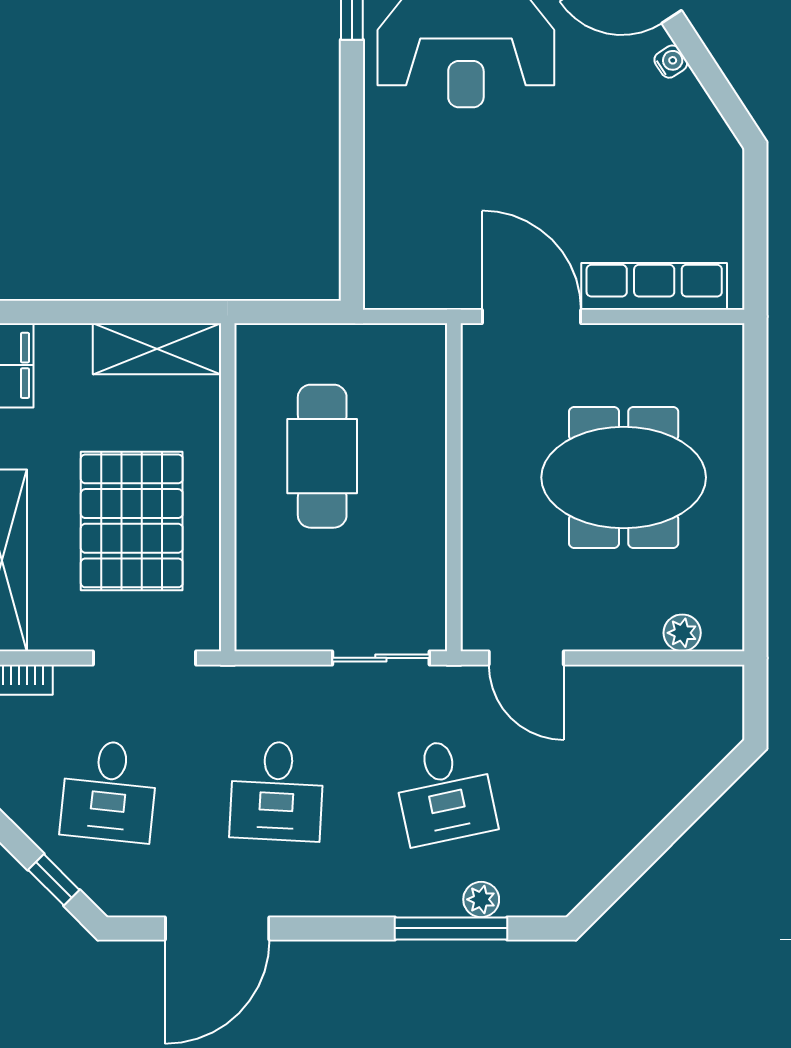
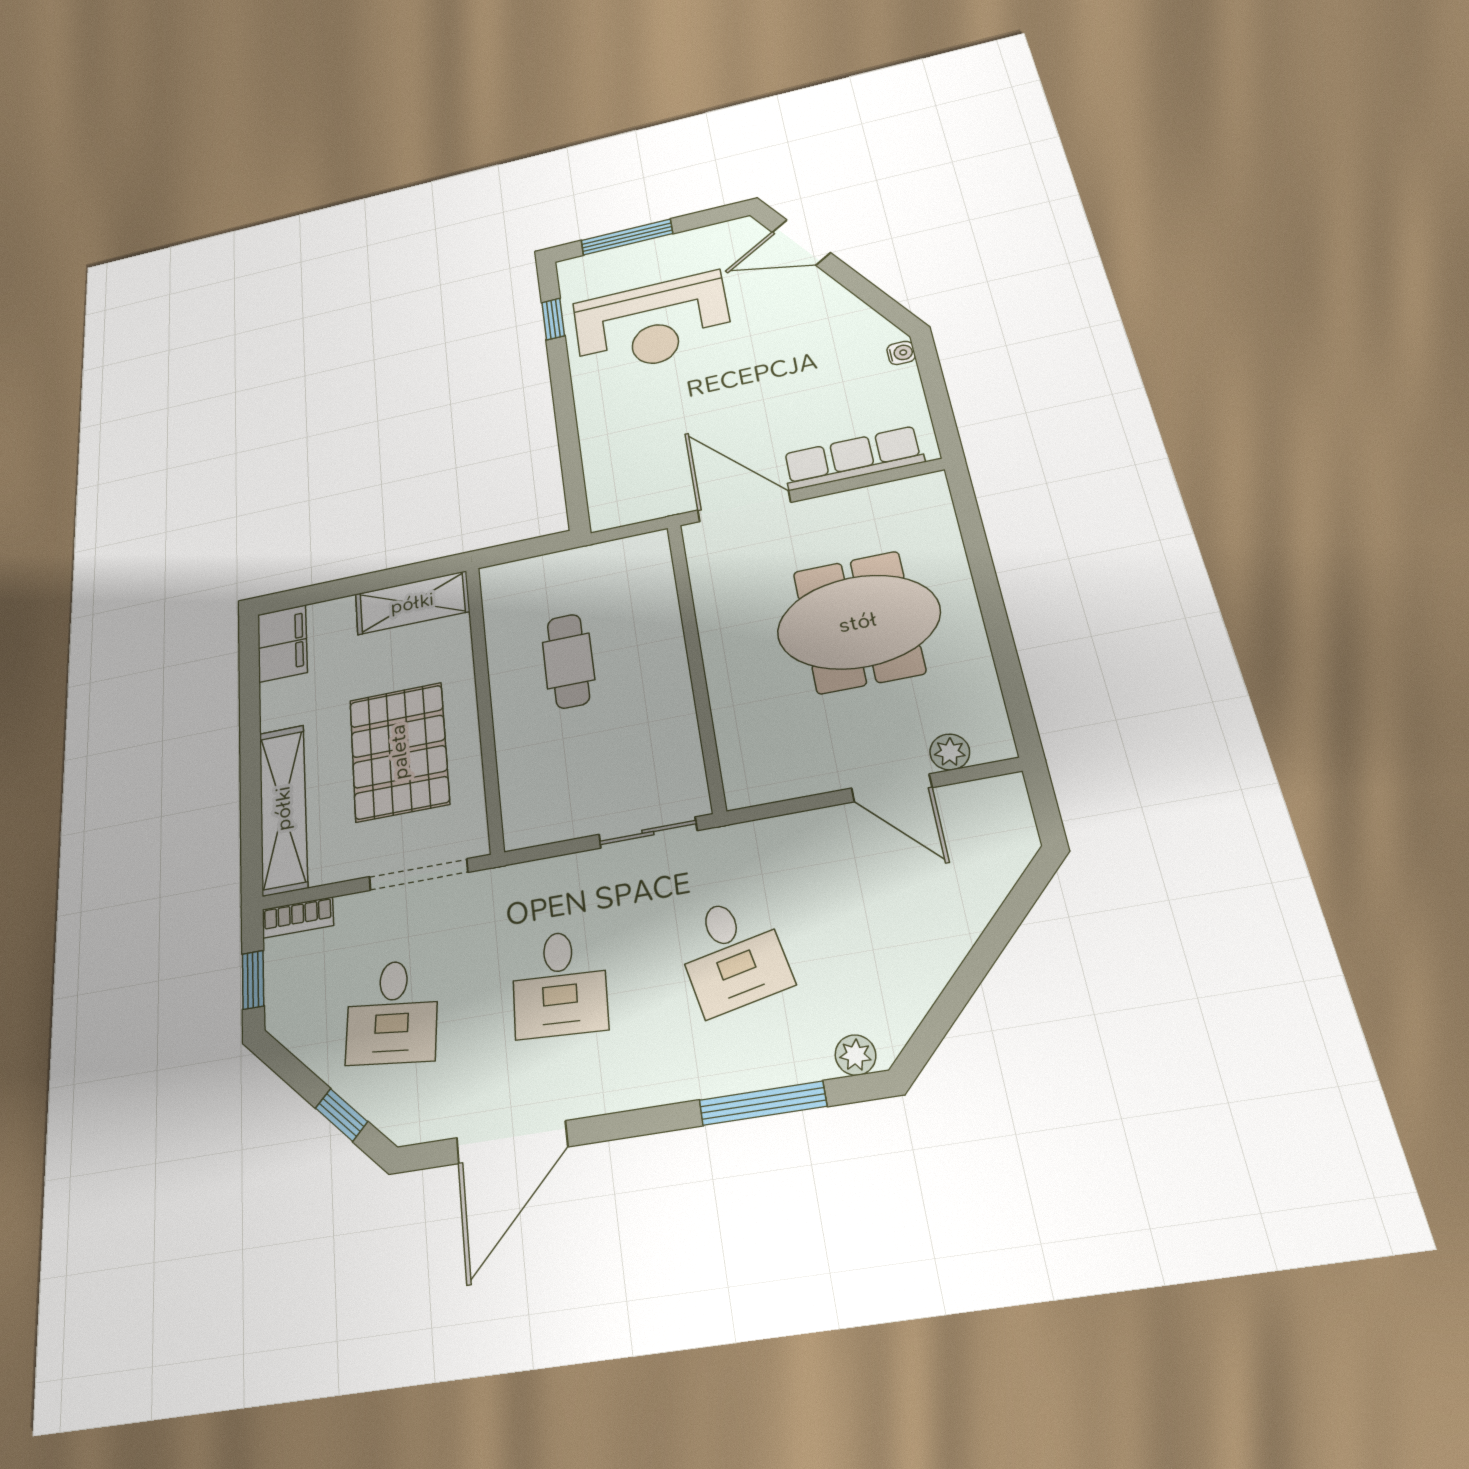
water cooler: (671, 62) -> (901, 353), moved, turned 33
cafe table: (322, 456) -> (568, 661), width x0.73, depth x0.74
door: (526, 658) -> (892, 788), moved
plant: (481, 899) -> (855, 1055), moved

